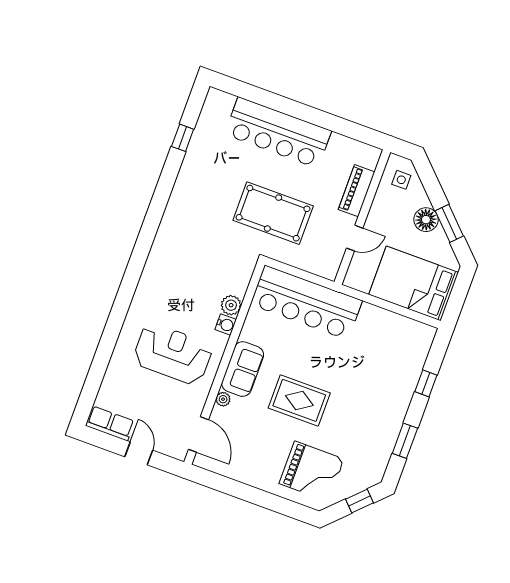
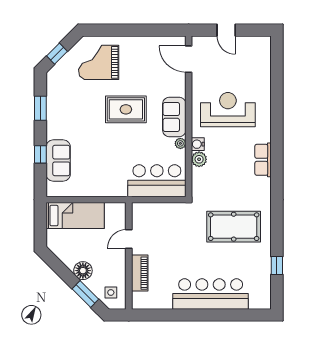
pool table: (273, 213) -> (234, 227), moved
window: (449, 223) -> (85, 294), moved
bed: (414, 283) -> (75, 216), width x0.67
bar counter: (306, 303) -> (157, 181), width x0.73
reception desk: (173, 354) -> (228, 110), turned 180
sofa: (407, 368) -> (58, 161), added
plant: (223, 399) -> (180, 143), moved
row of seats: (110, 423) -> (263, 160), moved, turned 90

